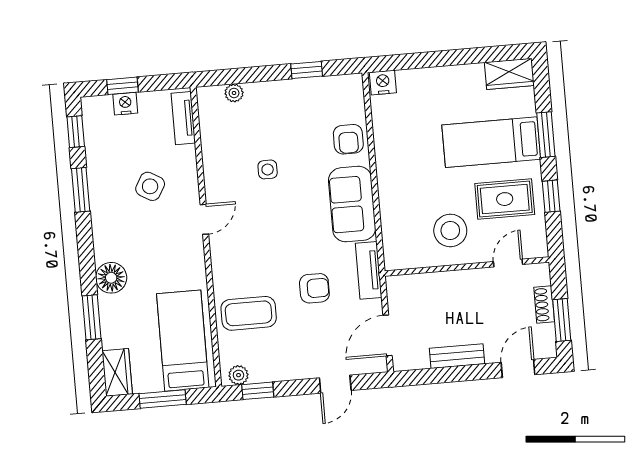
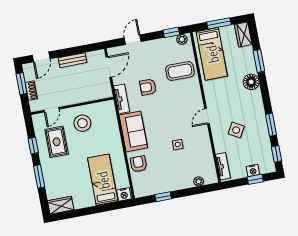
bed: (491, 142) -> (103, 180), moved, turned -90
rug: (505, 199) -> (57, 142), turned 90

